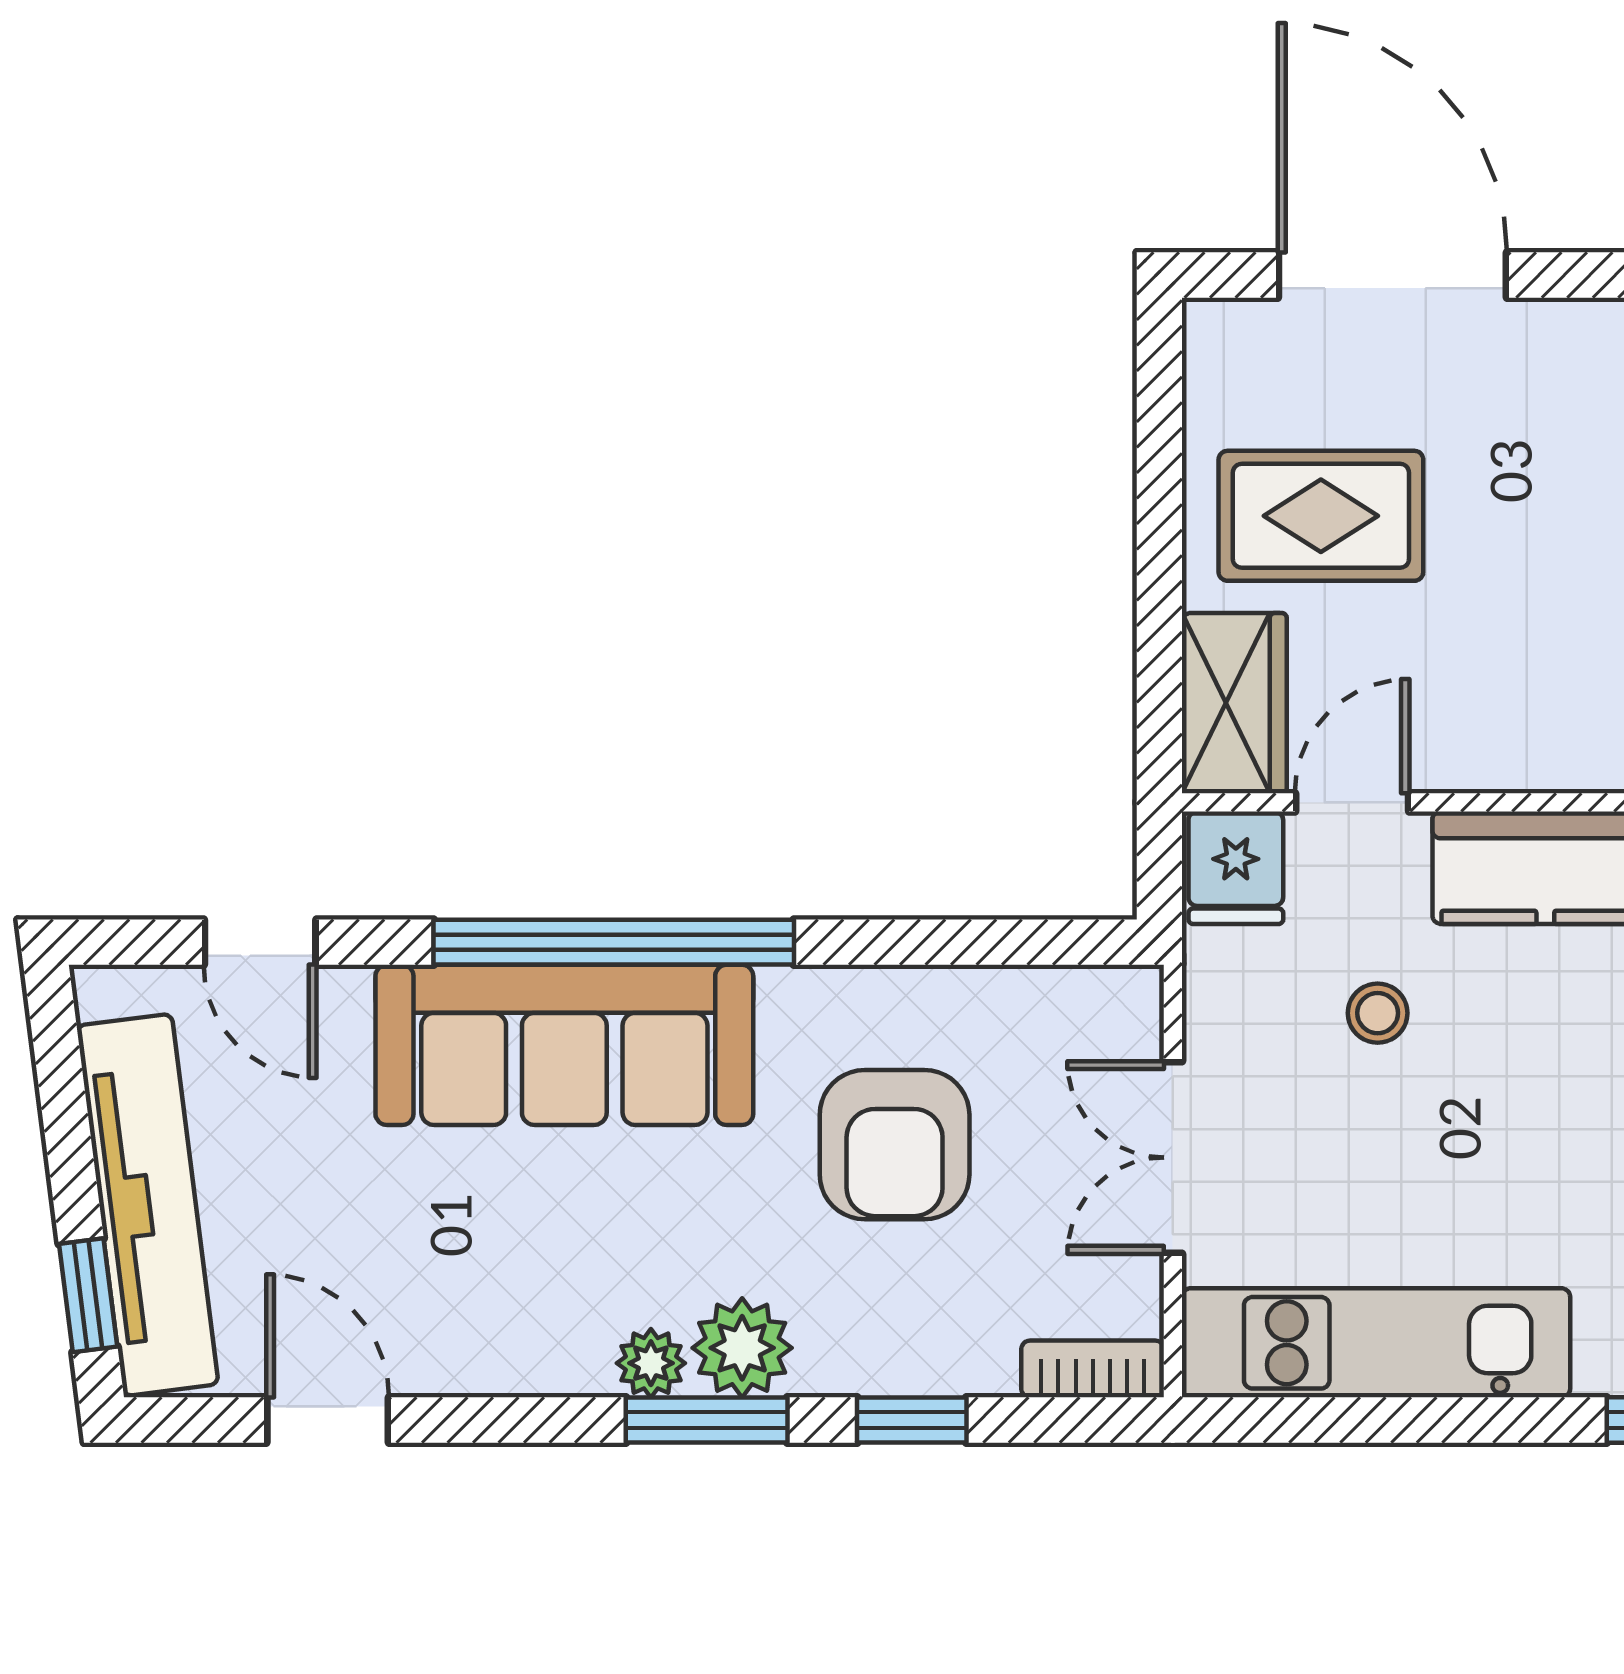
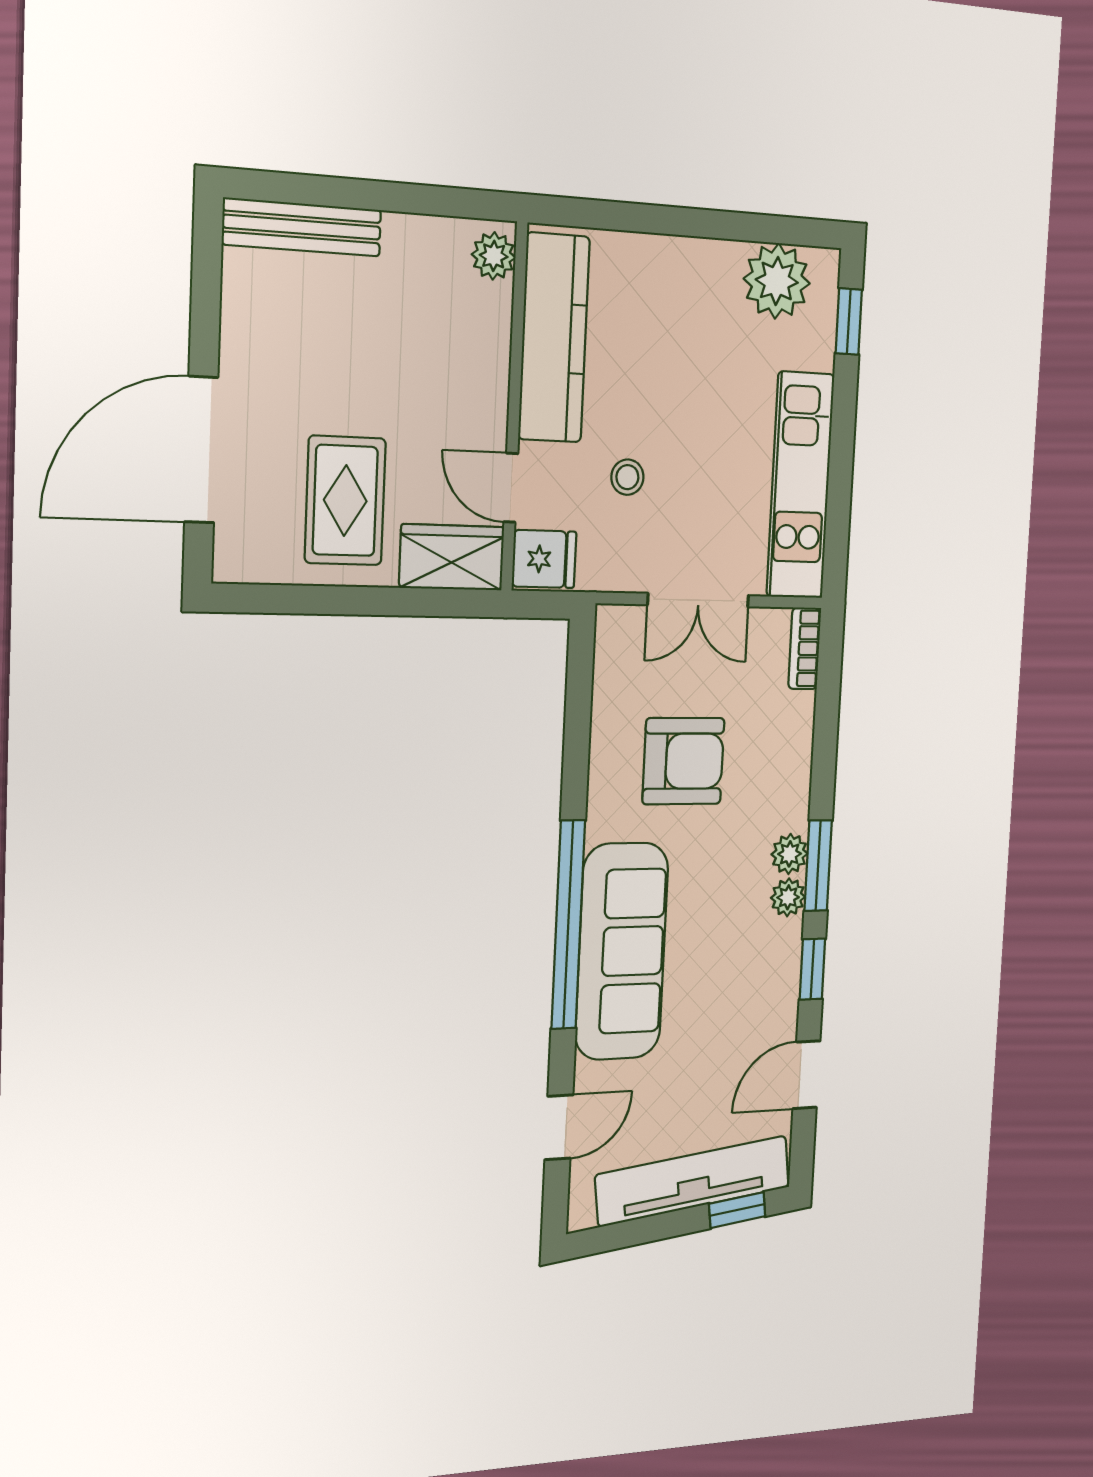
plant: (742, 1348) -> (790, 854), width x0.73, depth x0.73
window: (912, 1420) -> (812, 969), moved

